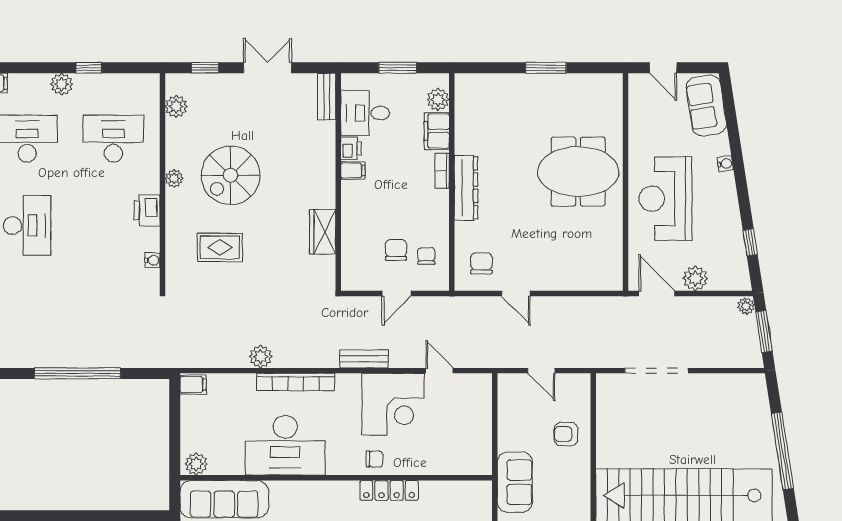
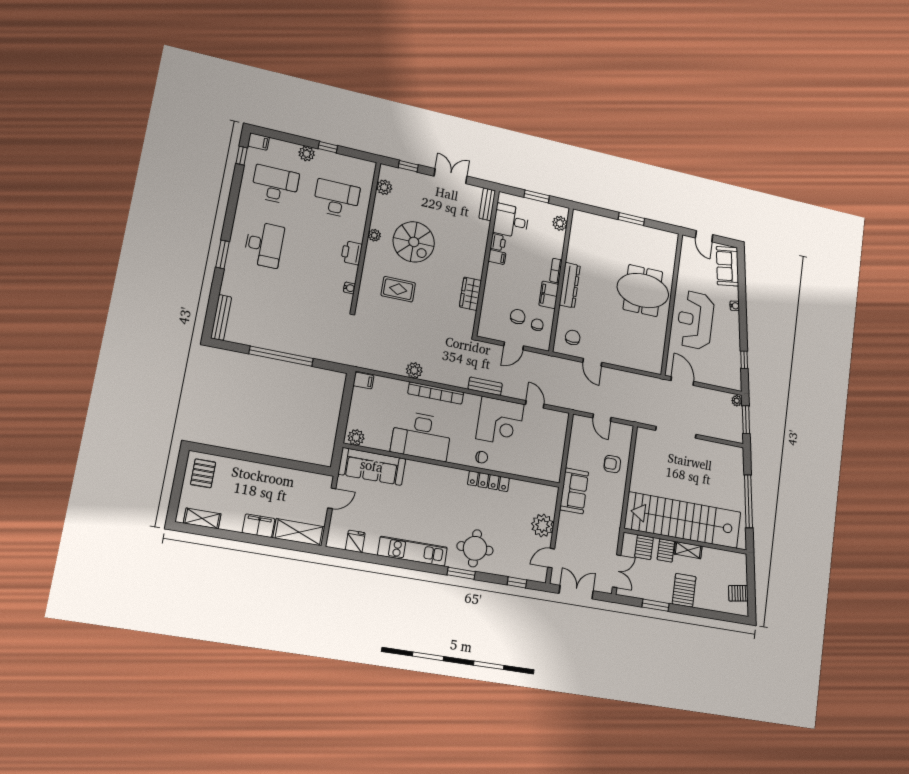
filing cabinet: (437, 131) -> (549, 295), moved
spiral stairs: (231, 175) -> (414, 242), turned -90
plant: (695, 278) -> (708, 376), removed

